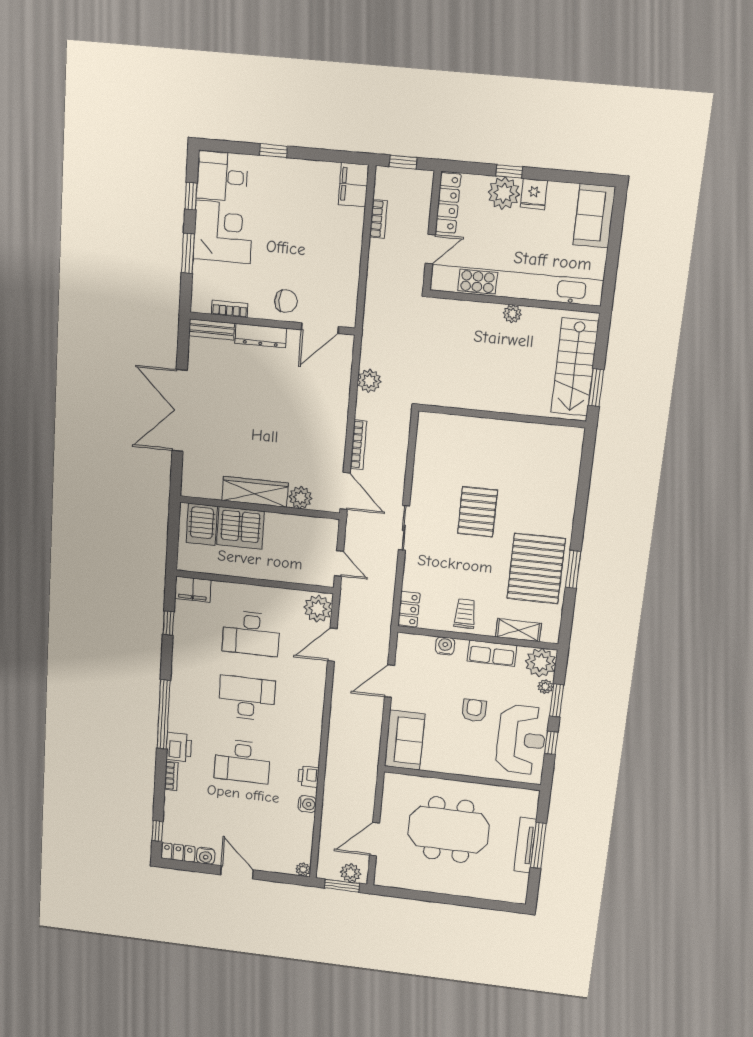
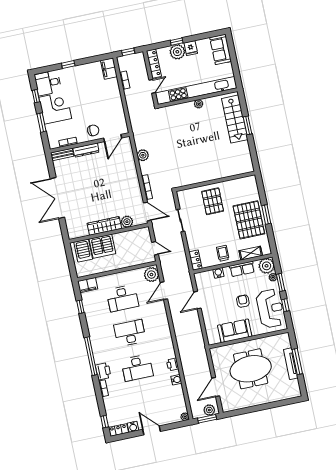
wall: (502, 416) -> (215, 181), moved
sofa: (405, 740) -> (235, 331), moved, turned -90

